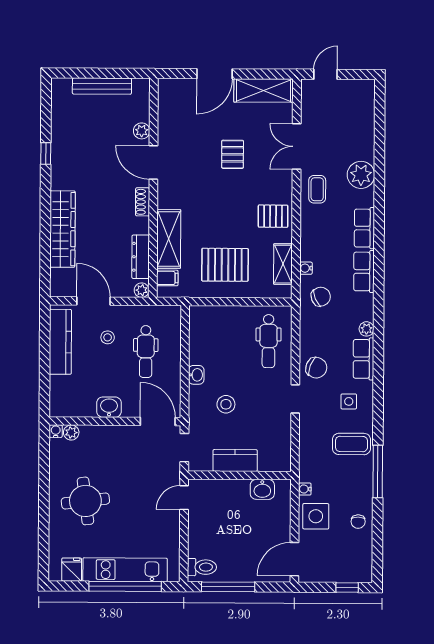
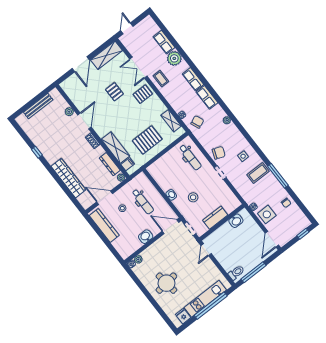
door: (153, 163) -> (84, 121), swing flipped
pallet: (273, 216) -> (143, 94), moved
row of seats: (364, 359) -> (164, 42), moved

